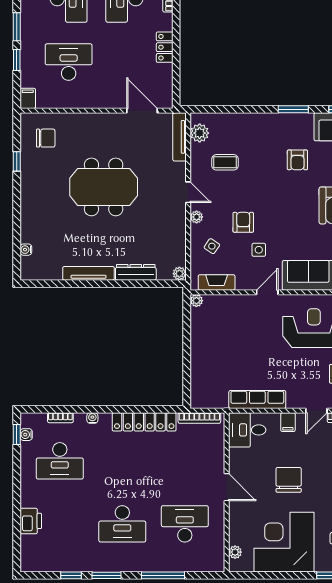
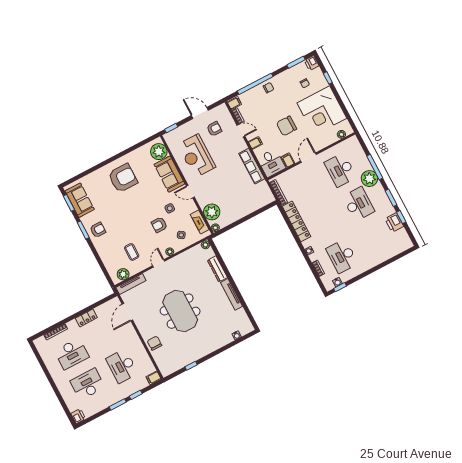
chair: (46, 138) -> (154, 343), moved
armchair: (297, 160) -> (98, 230), moved
plant: (222, 307) -> (212, 212), added
filing cabinet: (238, 456) -> (288, 160), added
desk: (60, 461) -> (342, 256), turned 180
printer: (31, 521) -> (394, 222), moved, turned -90
plant: (150, 559) -> (369, 179), added

